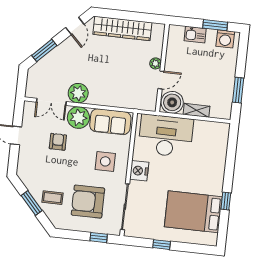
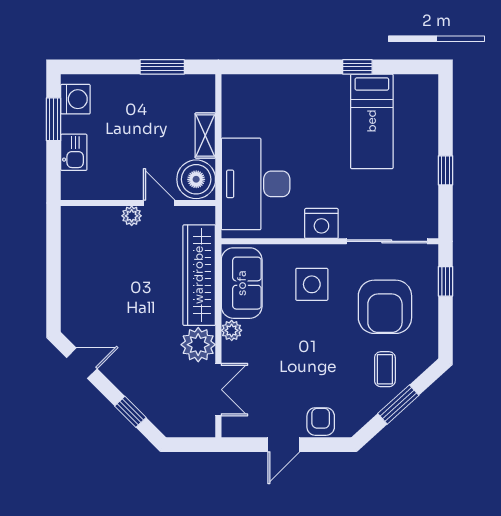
wardrobe: (122, 28) -> (199, 275), moved, turned 180
window: (44, 50) -> (130, 412), width x0.67
plant: (78, 118) -> (232, 330), width x0.53, depth x0.53
armchair: (58, 142) -> (321, 422), moved, turned 90
bed: (193, 212) -> (372, 121), width x0.67

